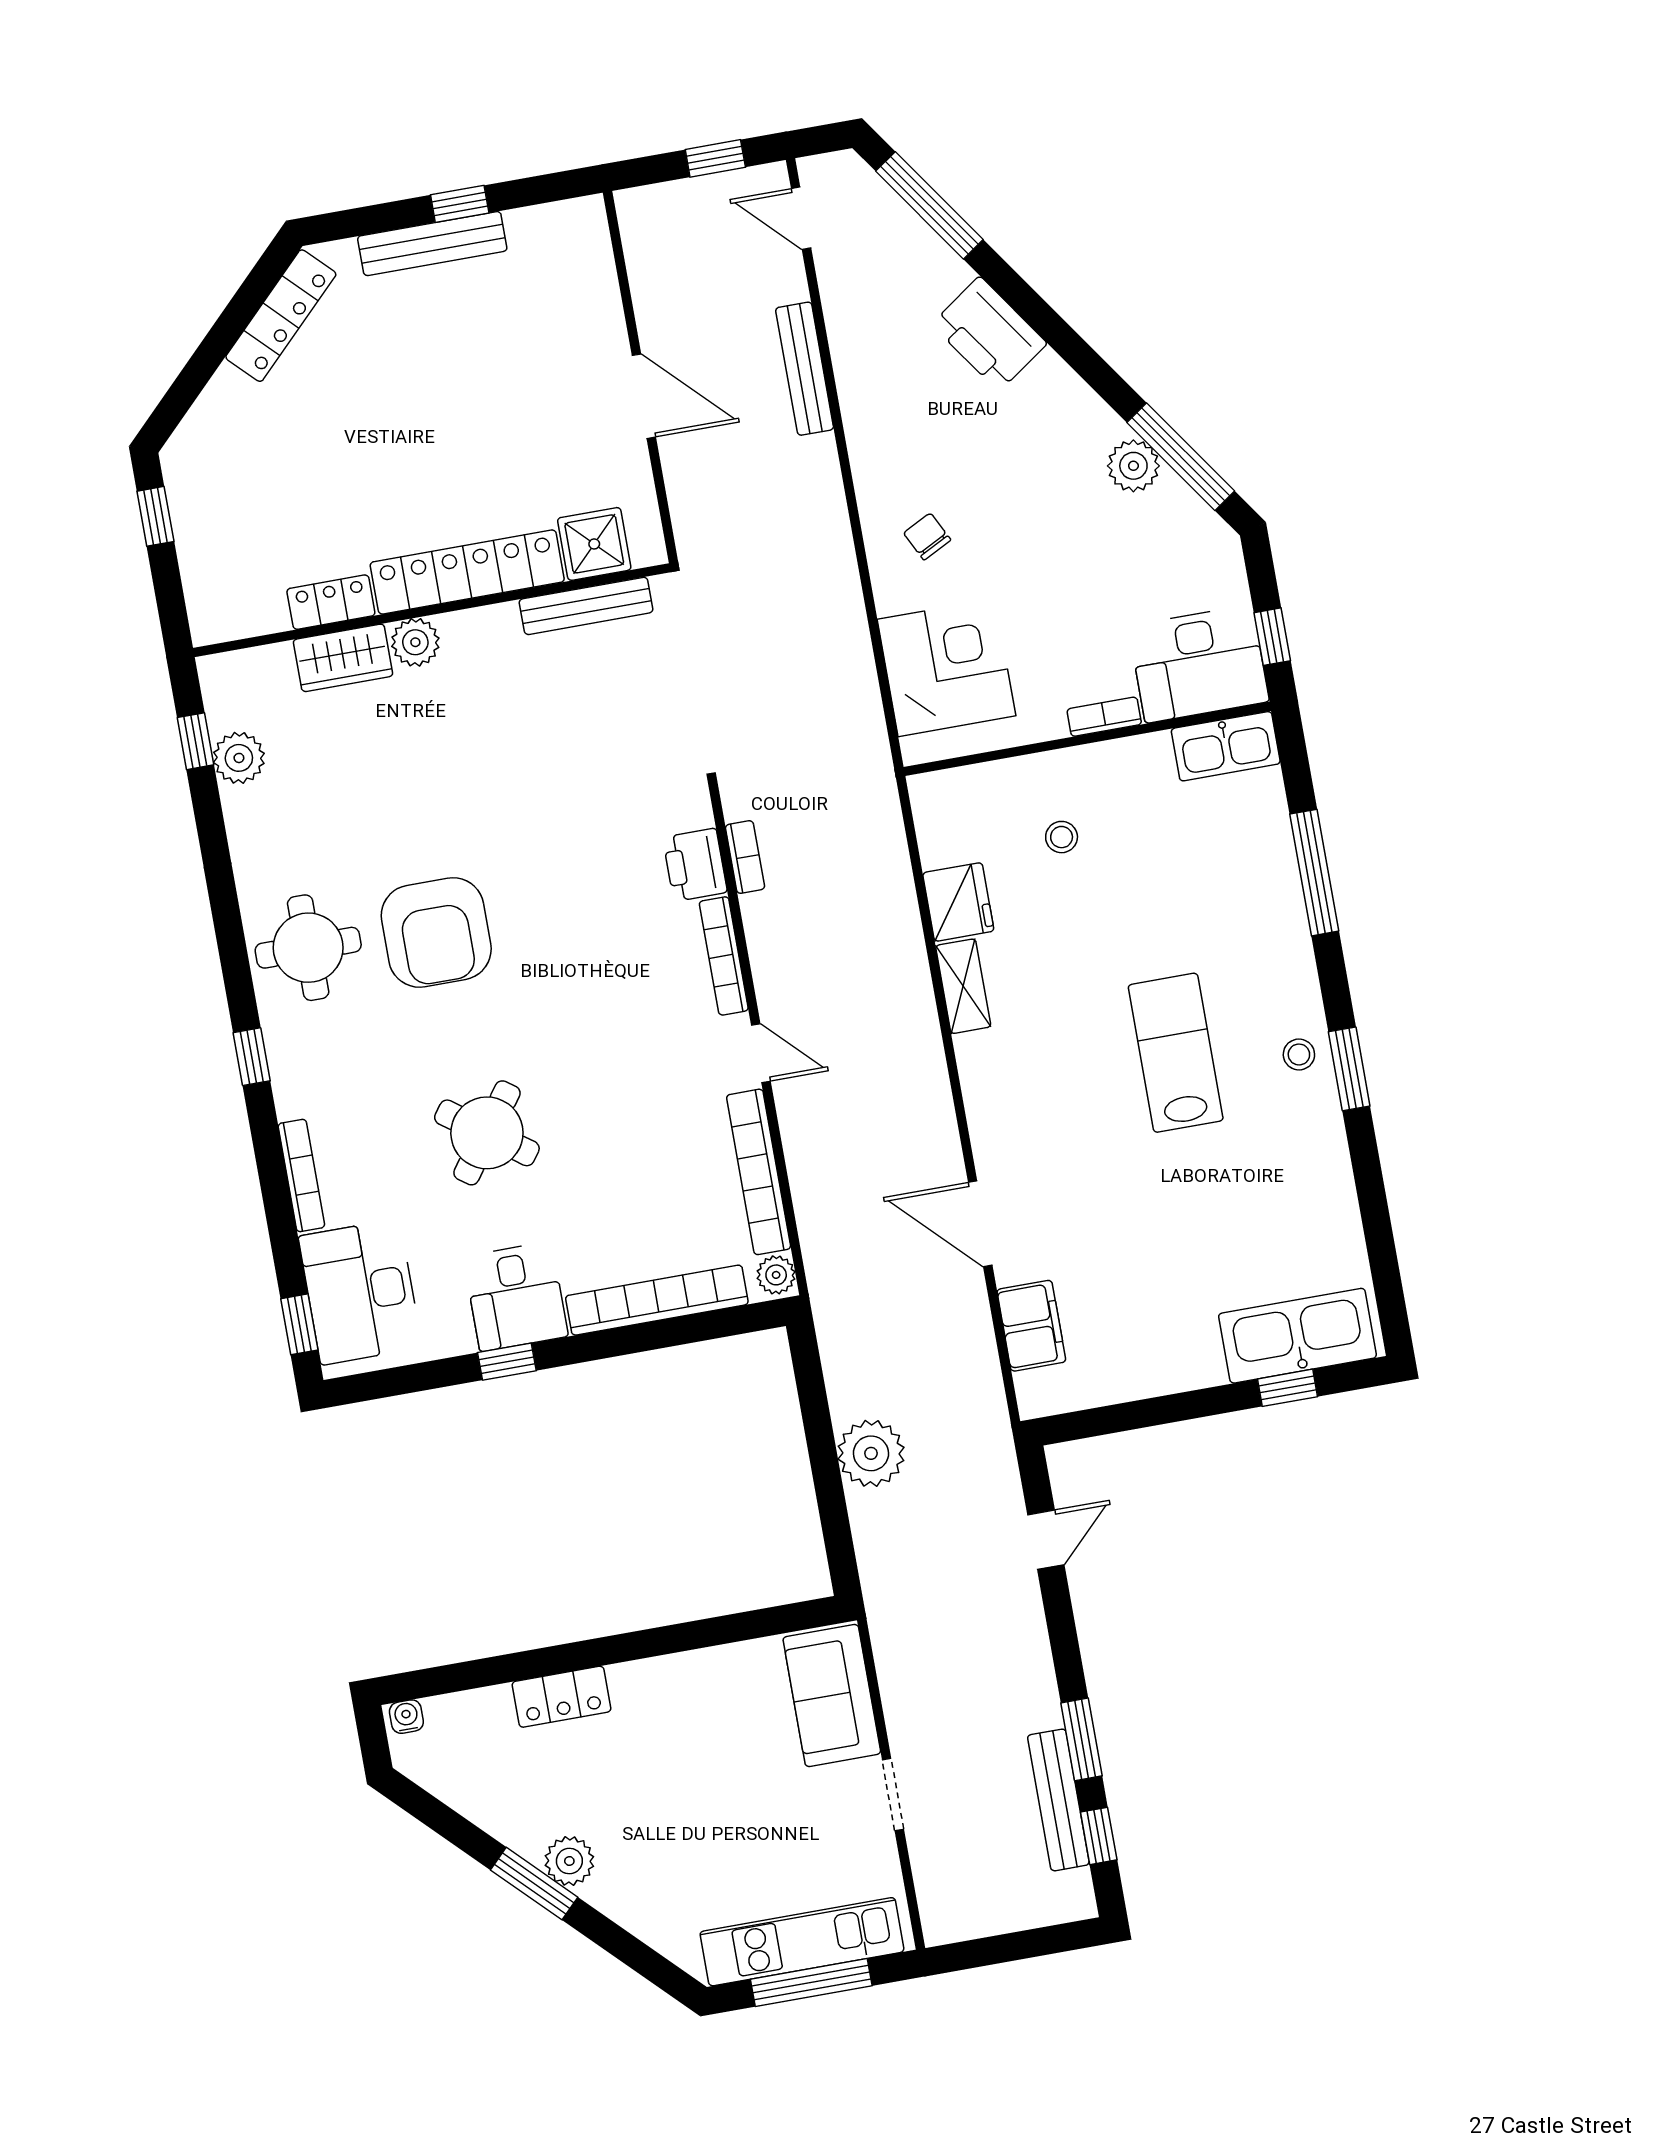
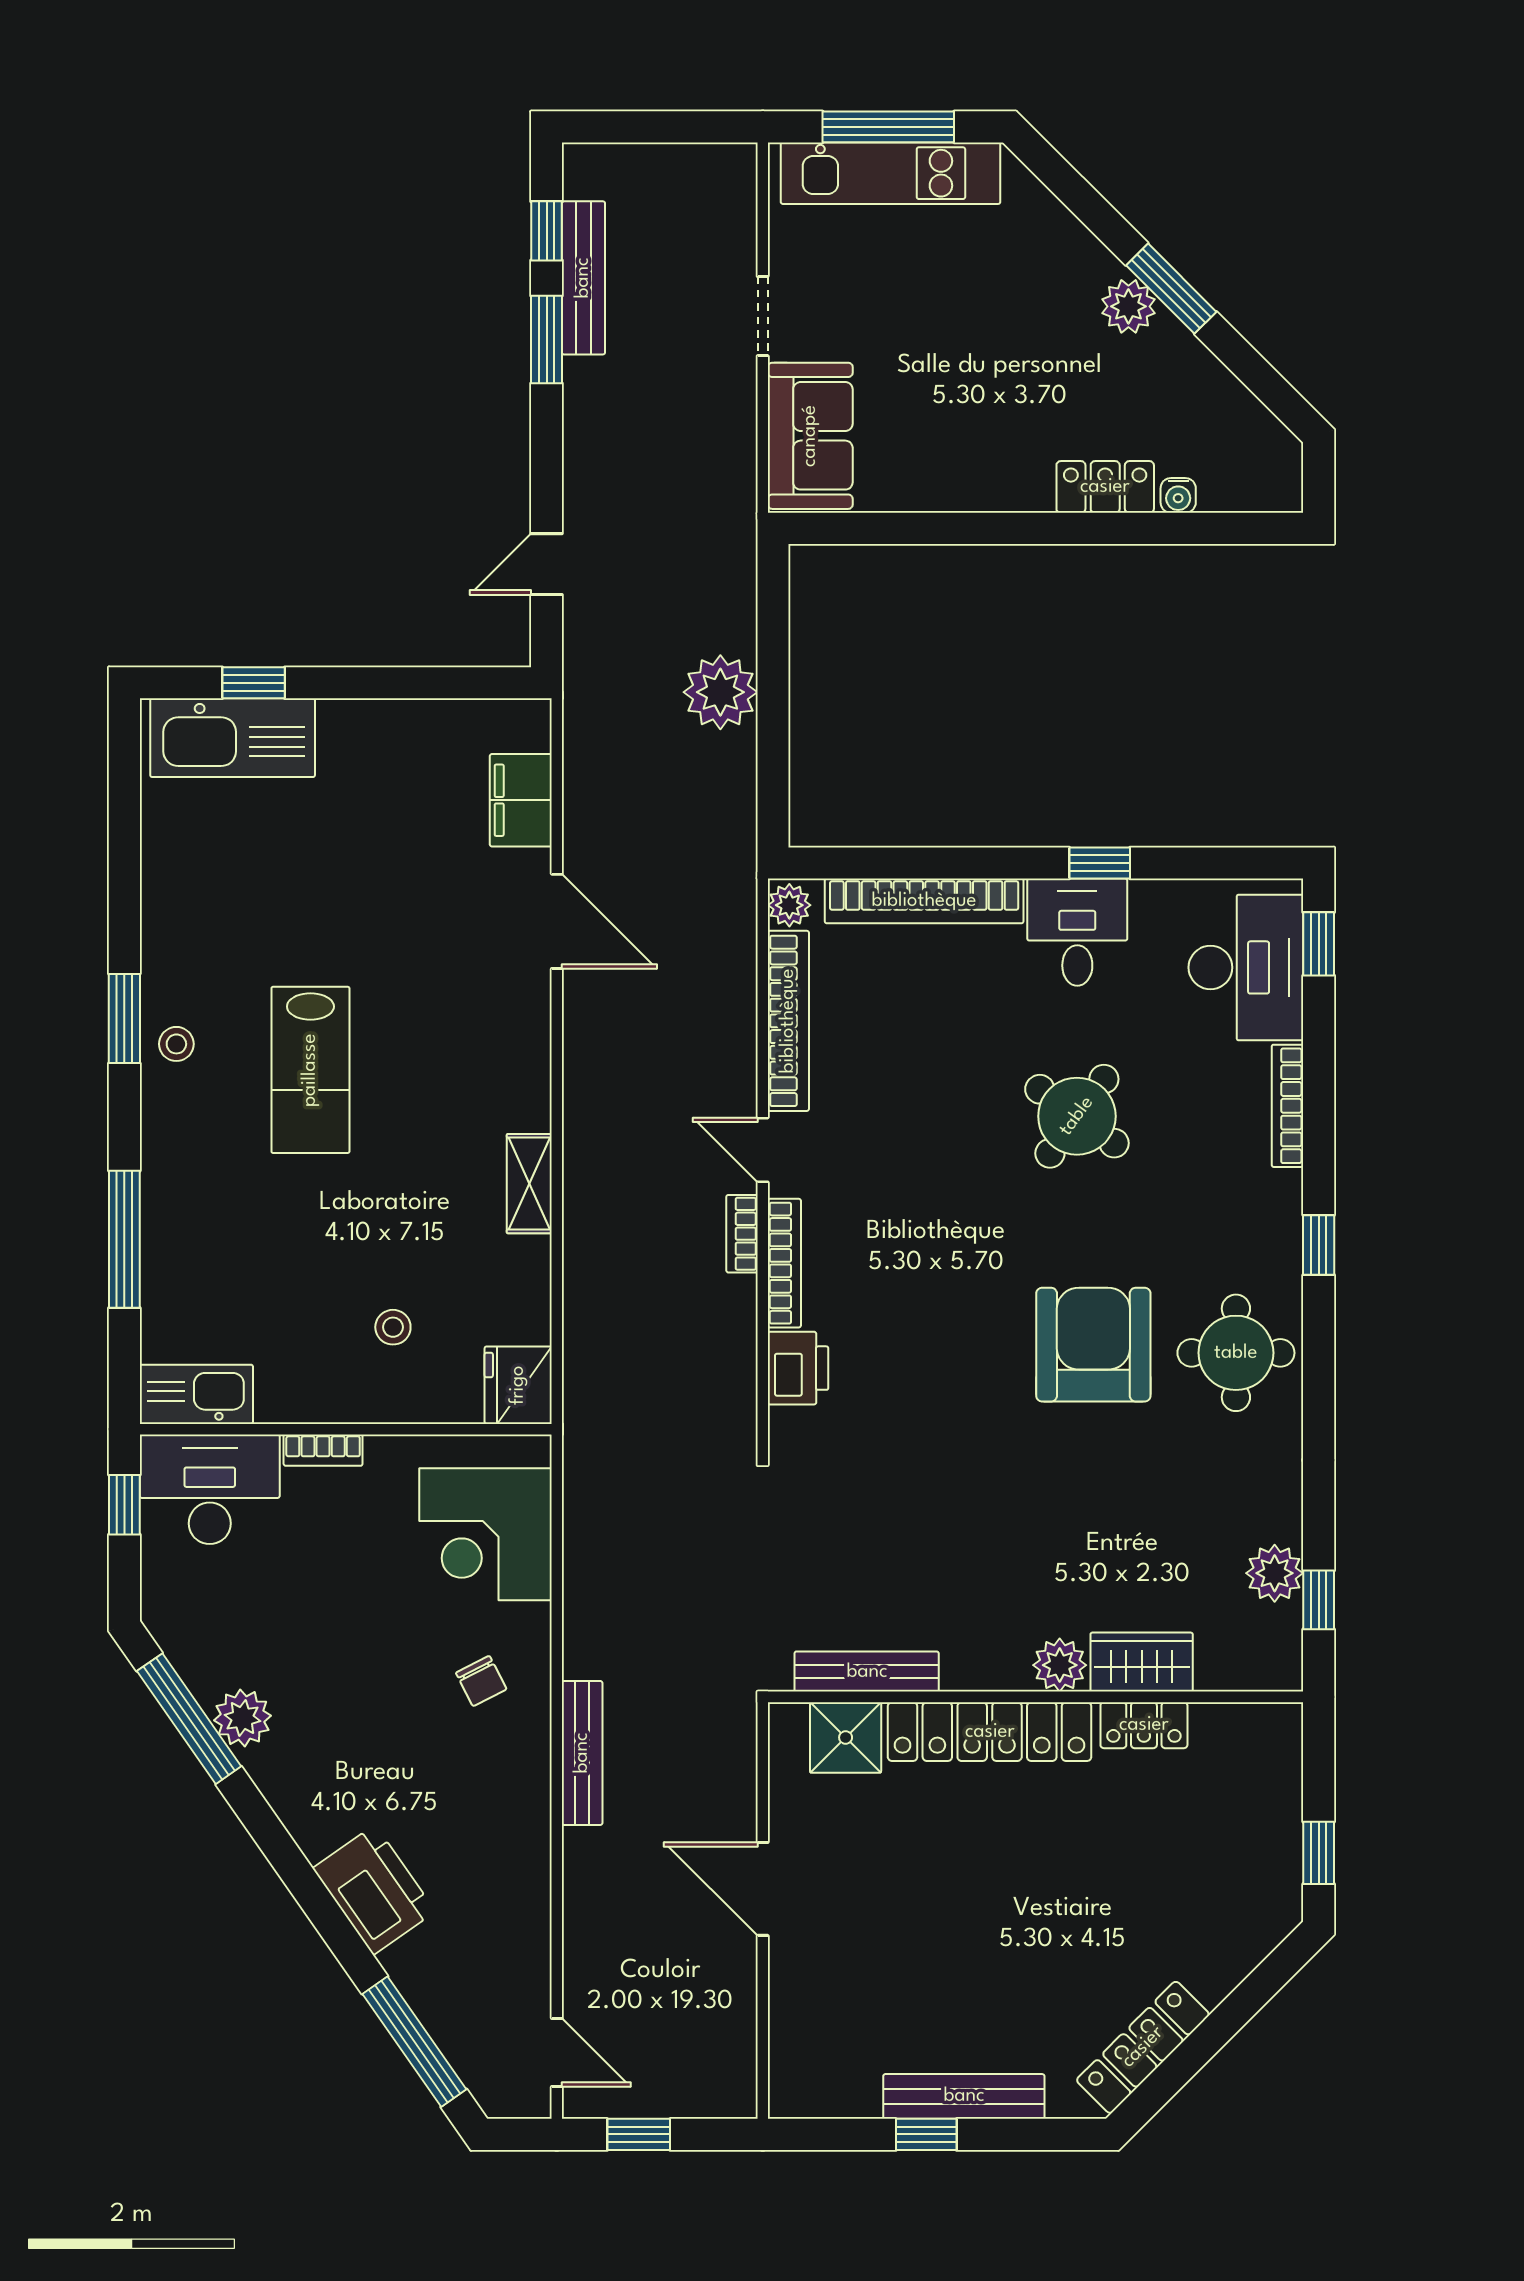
bench: (805, 369) -> (582, 1753), moved
bookcase: (745, 857) -> (742, 1234), moved
fridge: (958, 902) -> (518, 1385), moved
water cooler: (406, 1717) -> (1178, 495), moved

